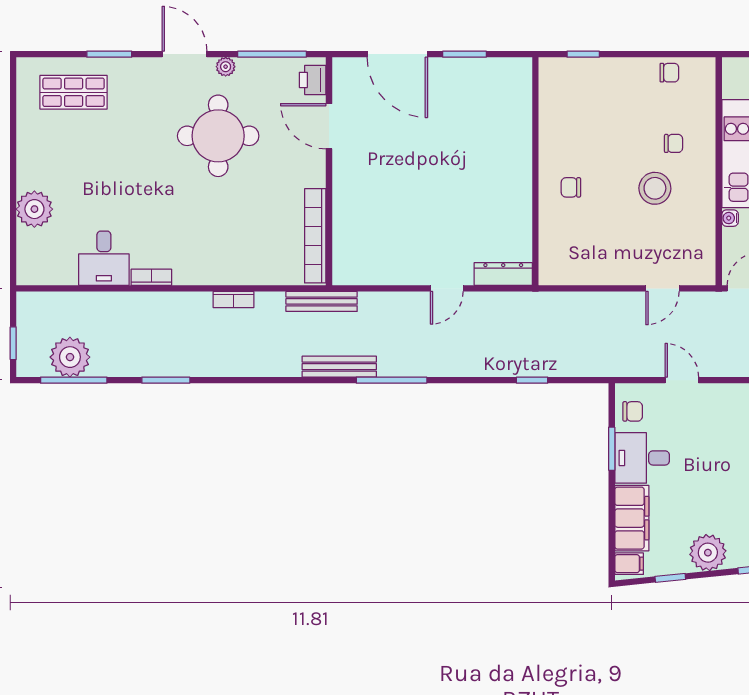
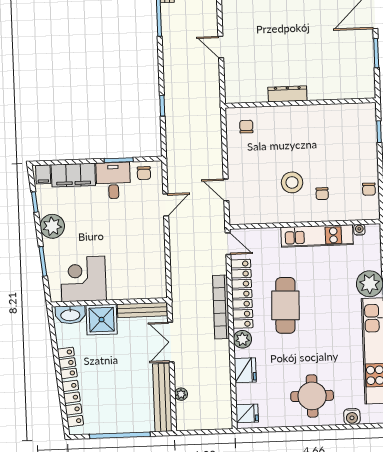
chair: (571, 187) -> (246, 127), moved
water cooler: (730, 218) -> (359, 230), moved
dresser: (503, 274) -> (287, 94), moved, turned -90

